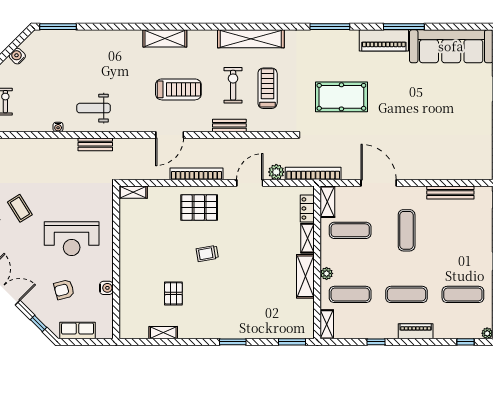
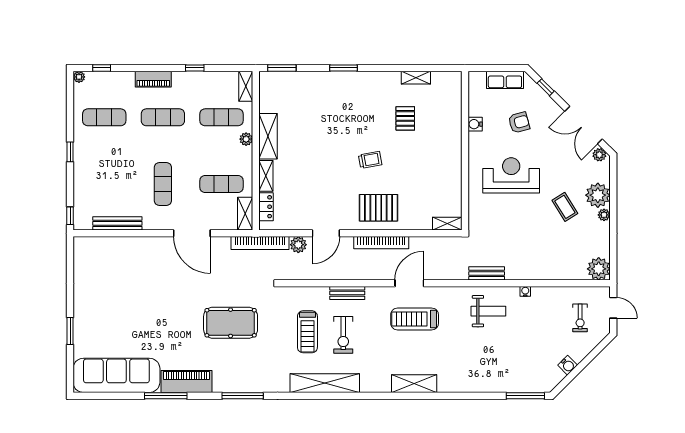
treadmill: (178, 89) -> (415, 319), moved

